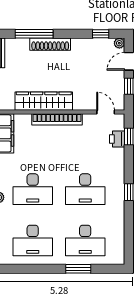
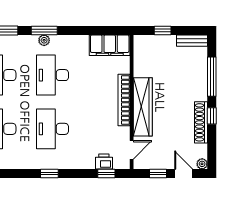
window: (101, 34) -> (212, 116), moved
shoe rack: (50, 44) -> (201, 122), moved
wardrobe: (44, 101) -> (143, 107), moved

